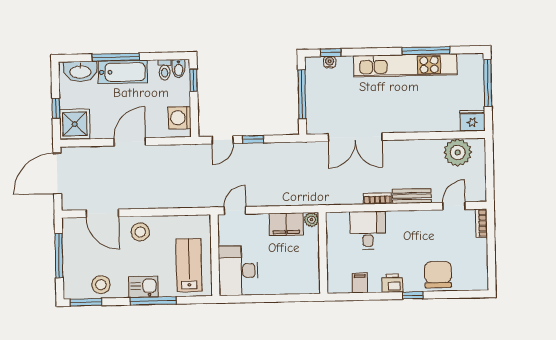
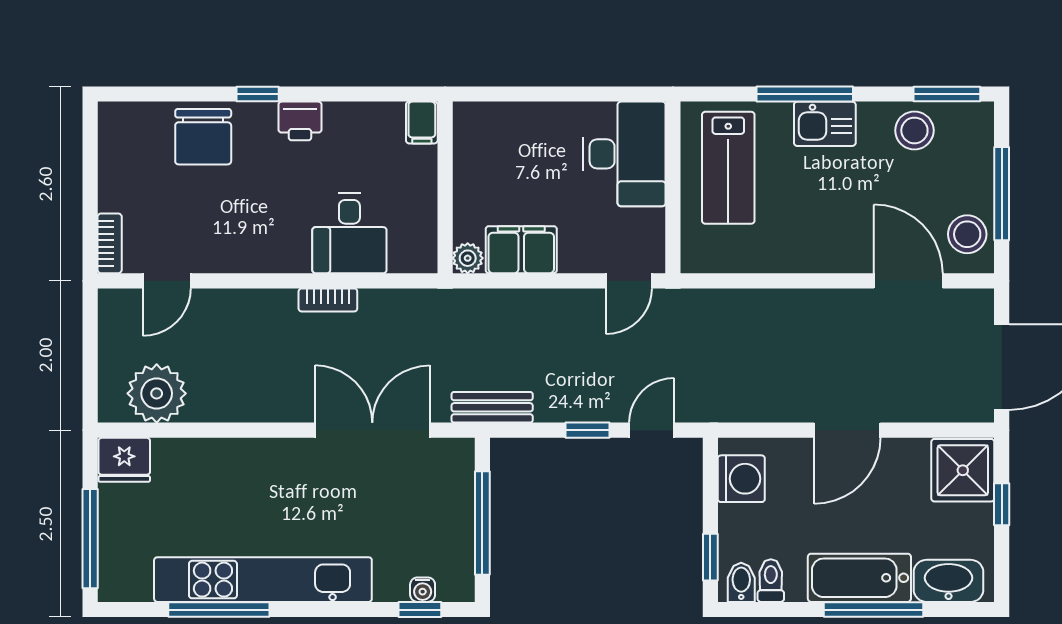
bench: (412, 196) -> (492, 407), moved
stool: (140, 232) -> (967, 234), moved
filing cabinet: (360, 283) -> (422, 123), moved

